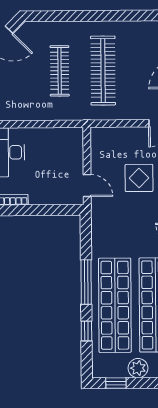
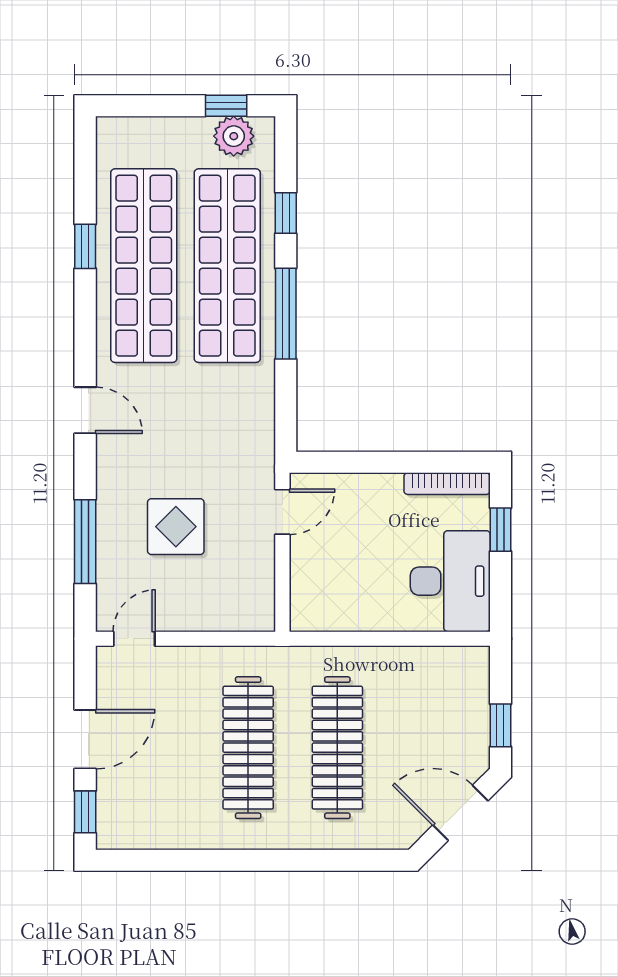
clothes rail: (60, 71) -> (337, 748), width x1.37, depth x1.31
door: (87, 186) -> (282, 512), swing flipped
plant: (138, 368) -> (234, 136), moved

